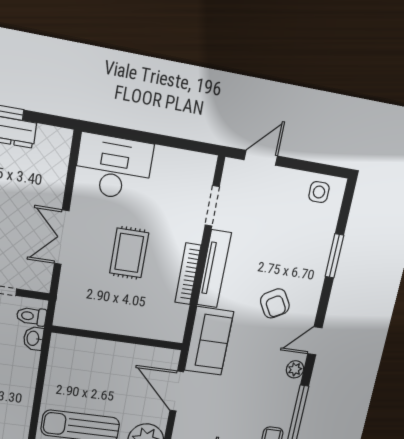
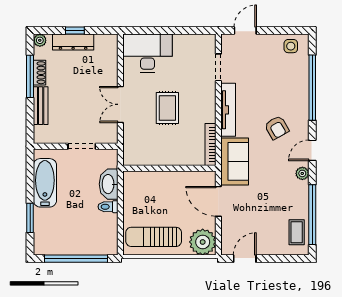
window: (334, 256) -> (312, 88), width x2.11
bookcase: (188, 274) -> (210, 145), moved
toilet: (31, 316) -> (108, 207), moved
washbasin: (33, 338) -> (109, 184), width x1.91, depth x1.45

